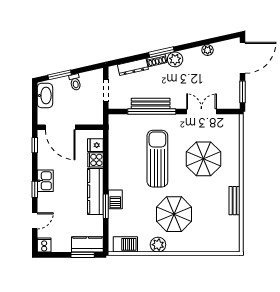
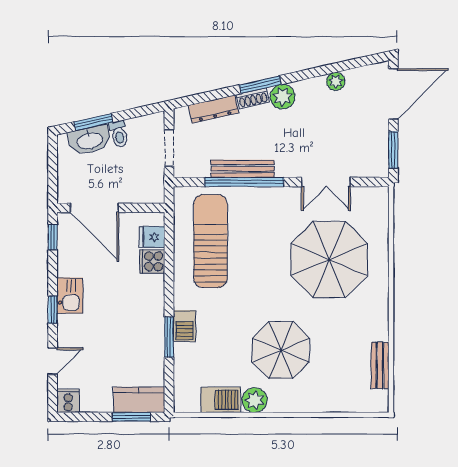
washbasin: (45, 96) -> (89, 140), moved, turned 77
double door: (201, 111) -> (326, 182), swing flipped
sun lounger: (157, 159) -> (210, 241), moved
parasol: (203, 159) -> (329, 260), width x1.36, depth x1.36
kitchen counter: (95, 191) -> (152, 313), removed
bench: (235, 201) -> (380, 365), moved
barbecue: (125, 244) -> (221, 400), moved

